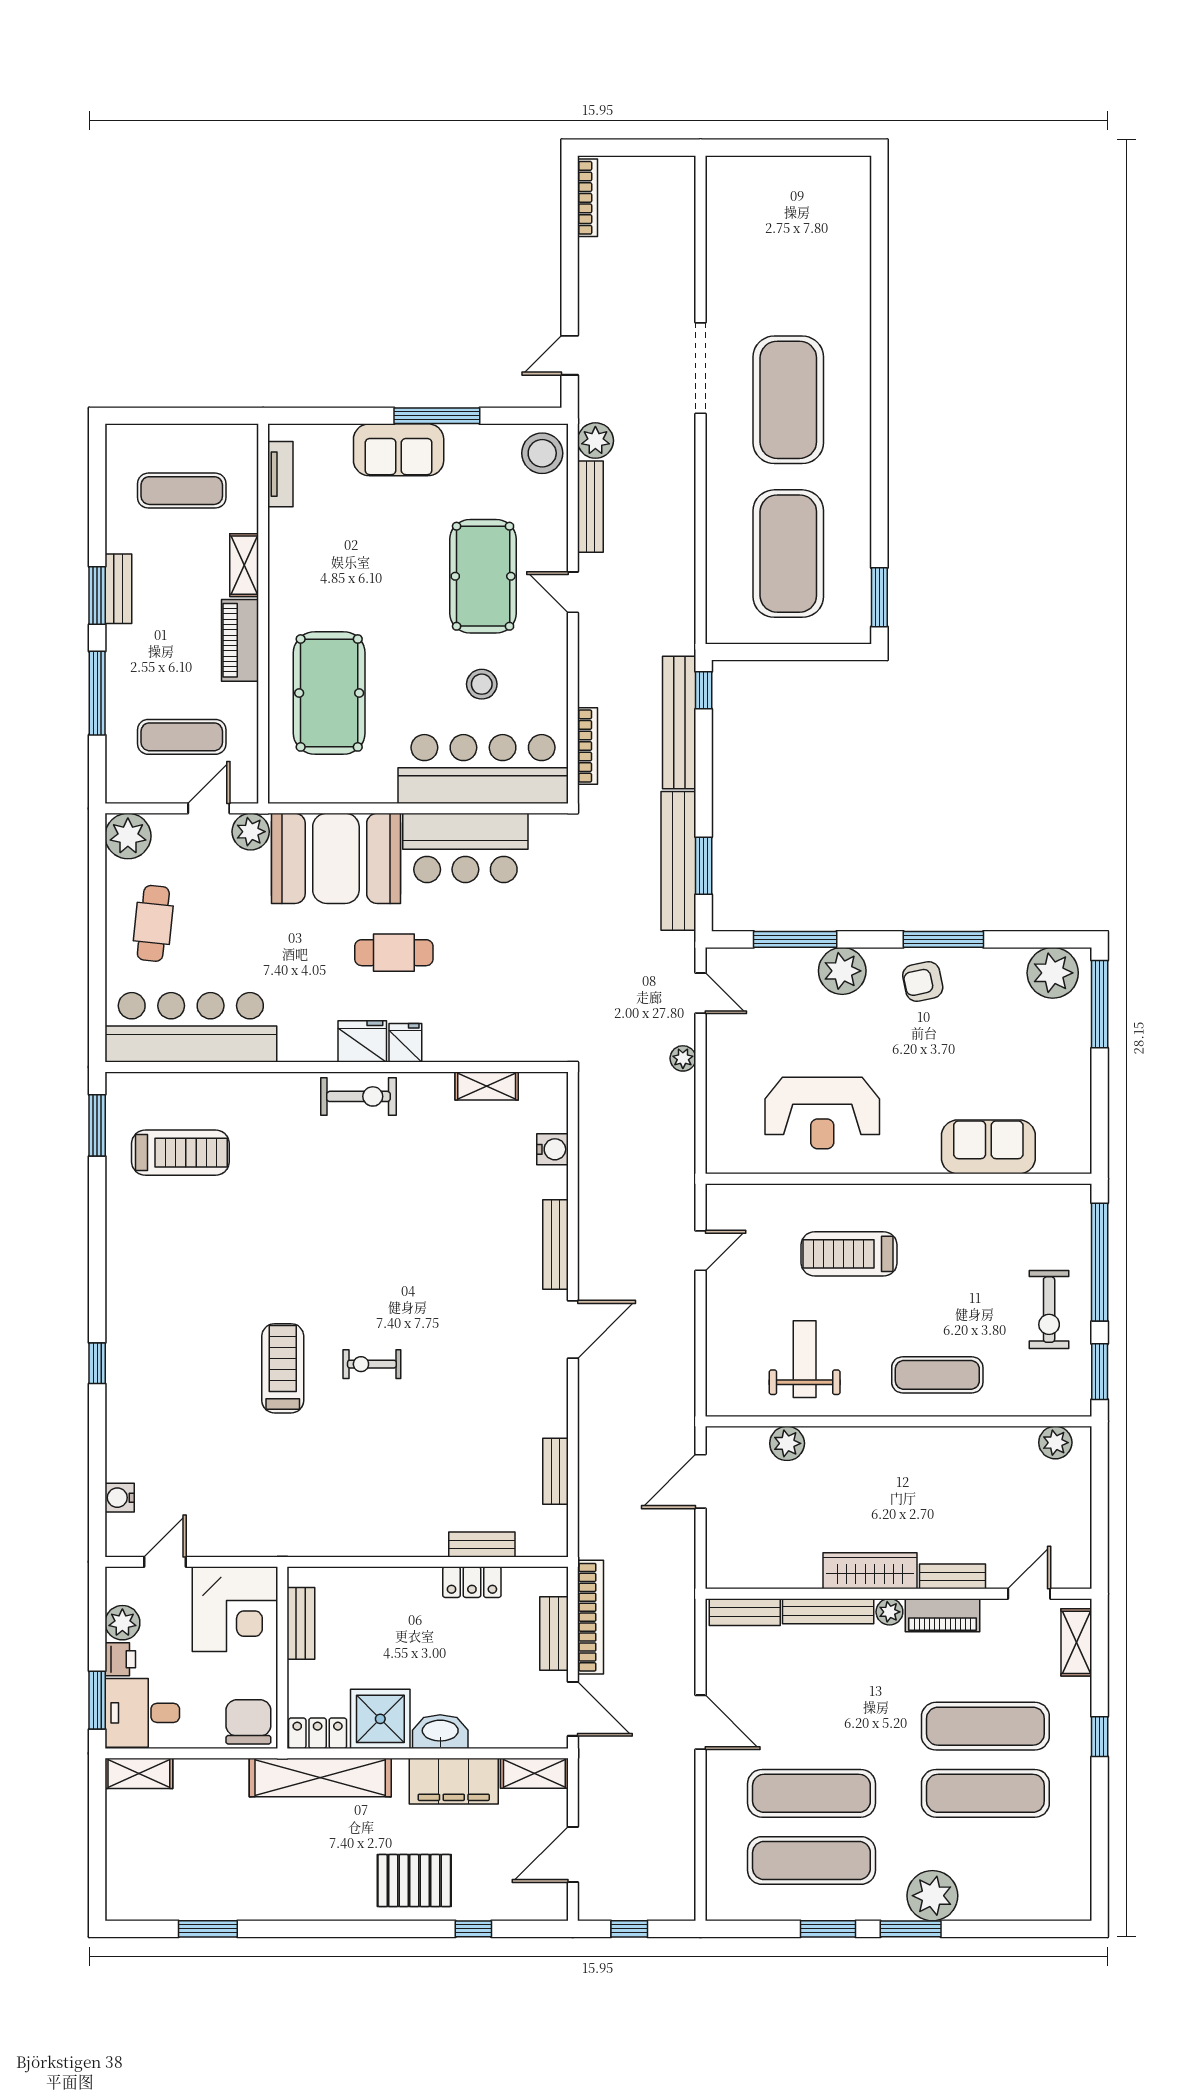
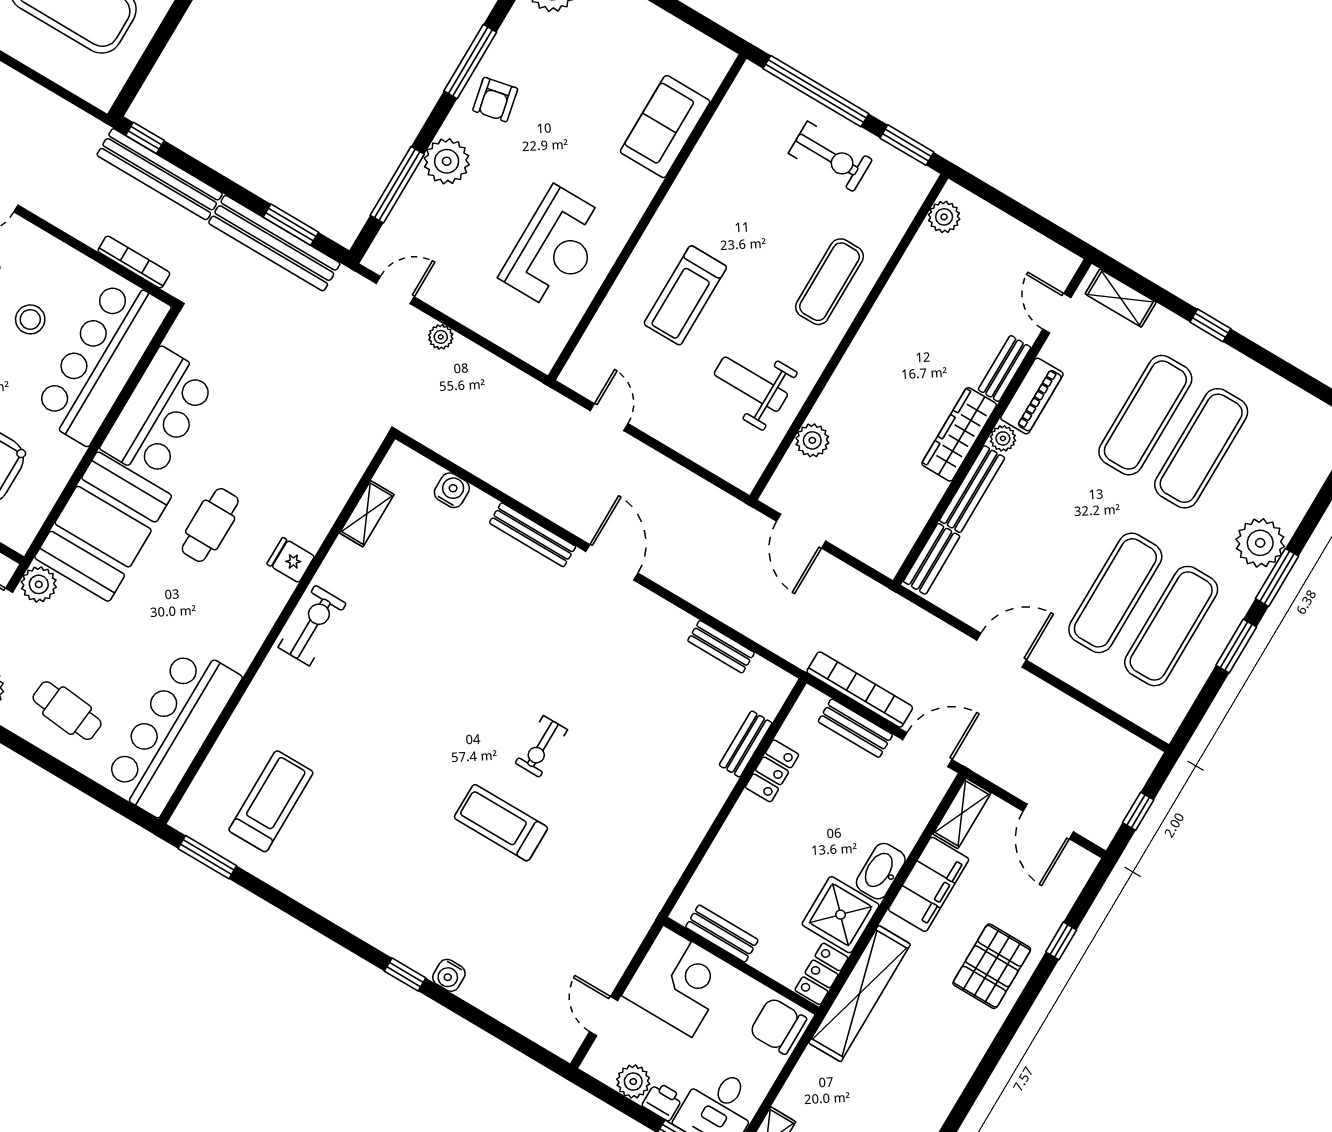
fridge: (362, 1041) -> (268, 595), removed
water cooler: (120, 1498) -> (449, 975), moved

